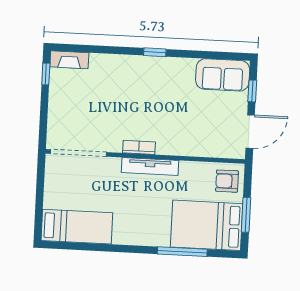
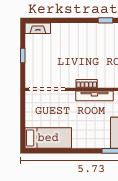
window: (155, 52) -> (106, 20), moved
window: (46, 74) -> (23, 55), moved

